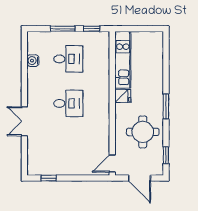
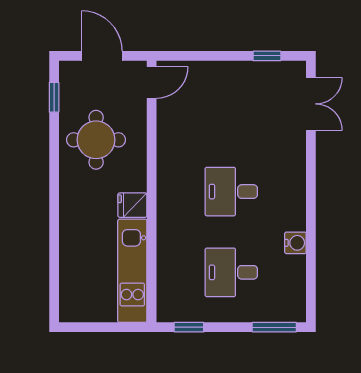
window: (63, 29) -> (274, 327), moved
water cooler: (33, 61) -> (295, 243), moved
window: (166, 106) -> (54, 186), removed
double door: (24, 121) -> (311, 104), moved

